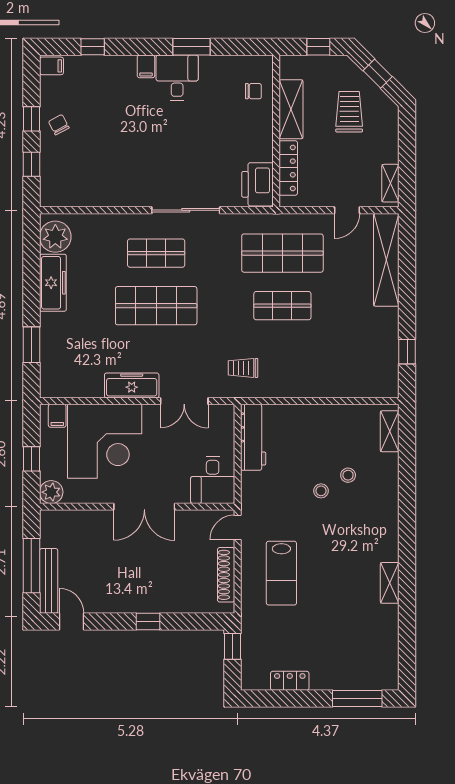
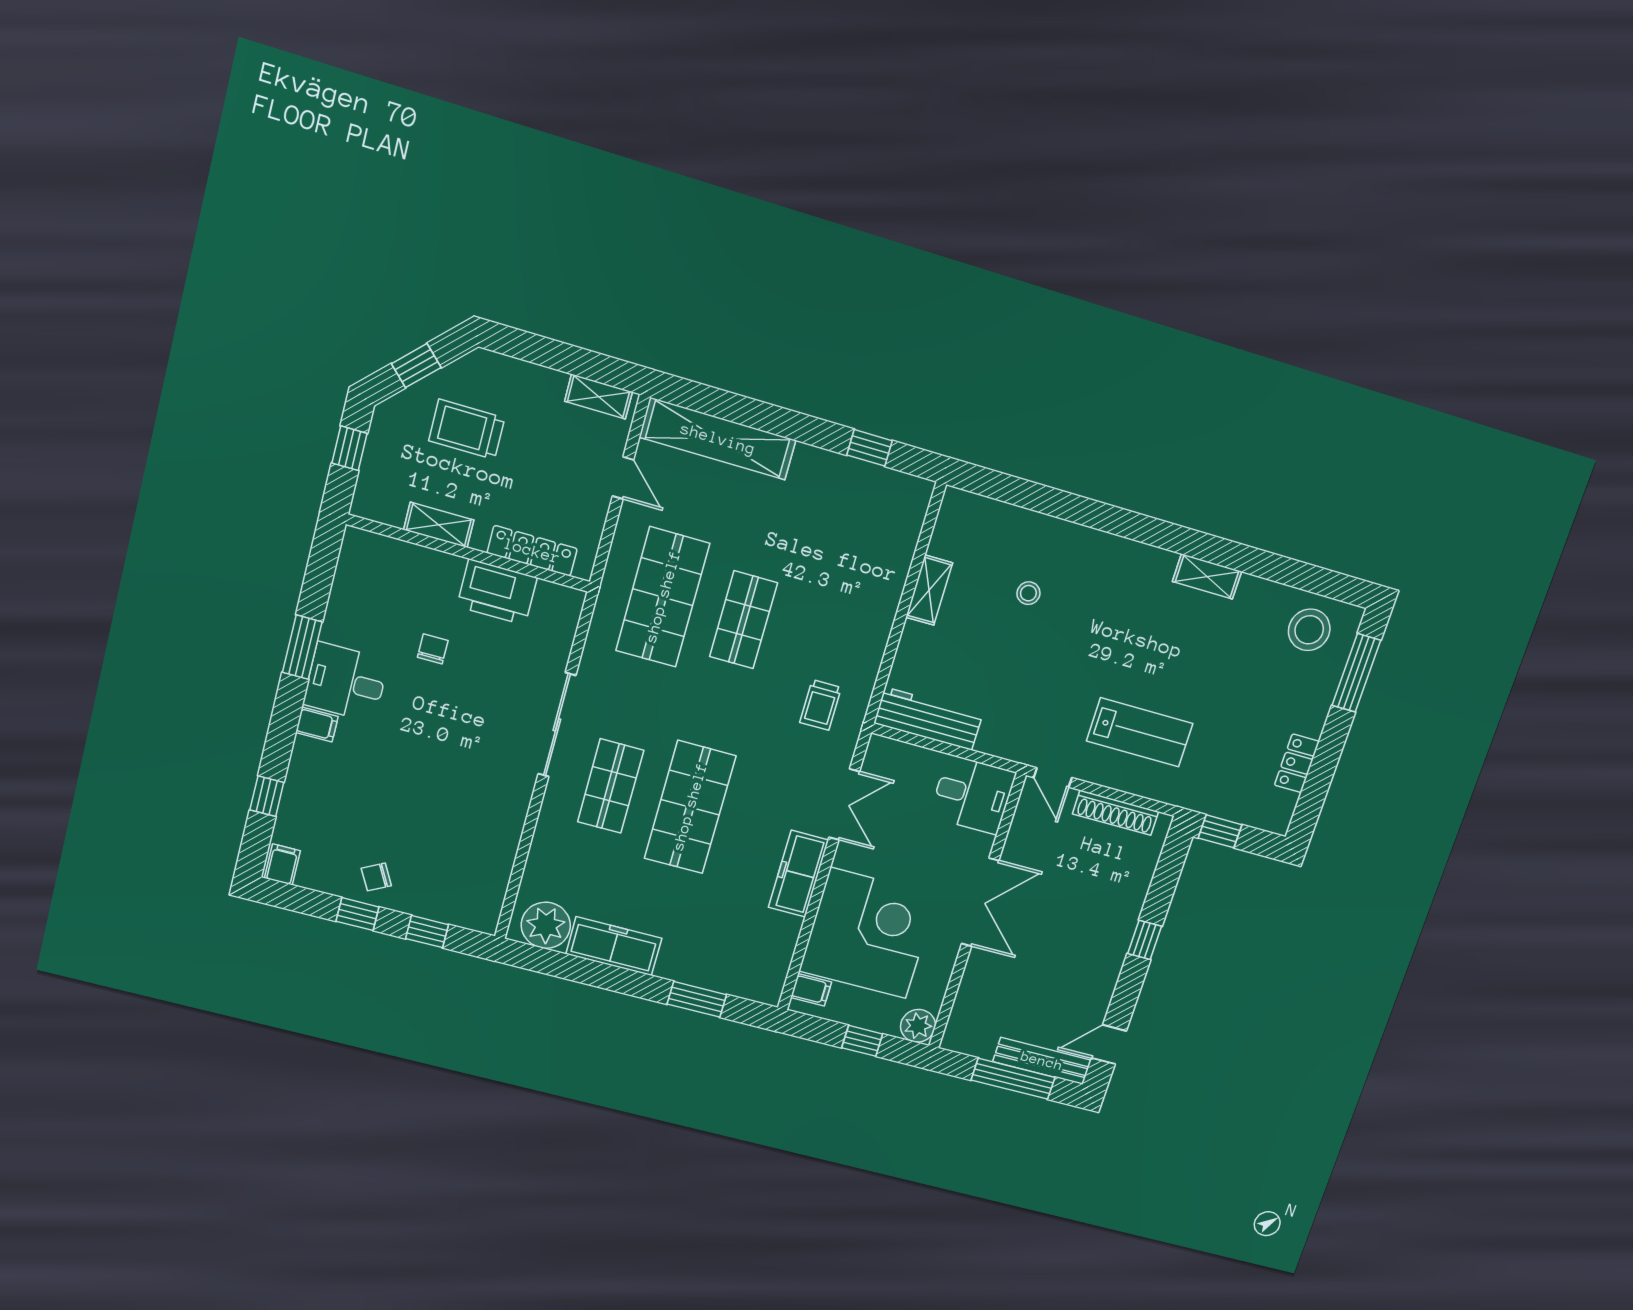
chair: (253, 91) -> (433, 649), moved
shelving: (291, 109) -> (439, 525), width x0.67, depth x0.75
printer: (257, 184) -> (497, 592), moved
shelving: (390, 431) -> (929, 590), moved, turned 90
stool: (321, 491) -> (1309, 630), moved, width x1.89, depth x1.89

